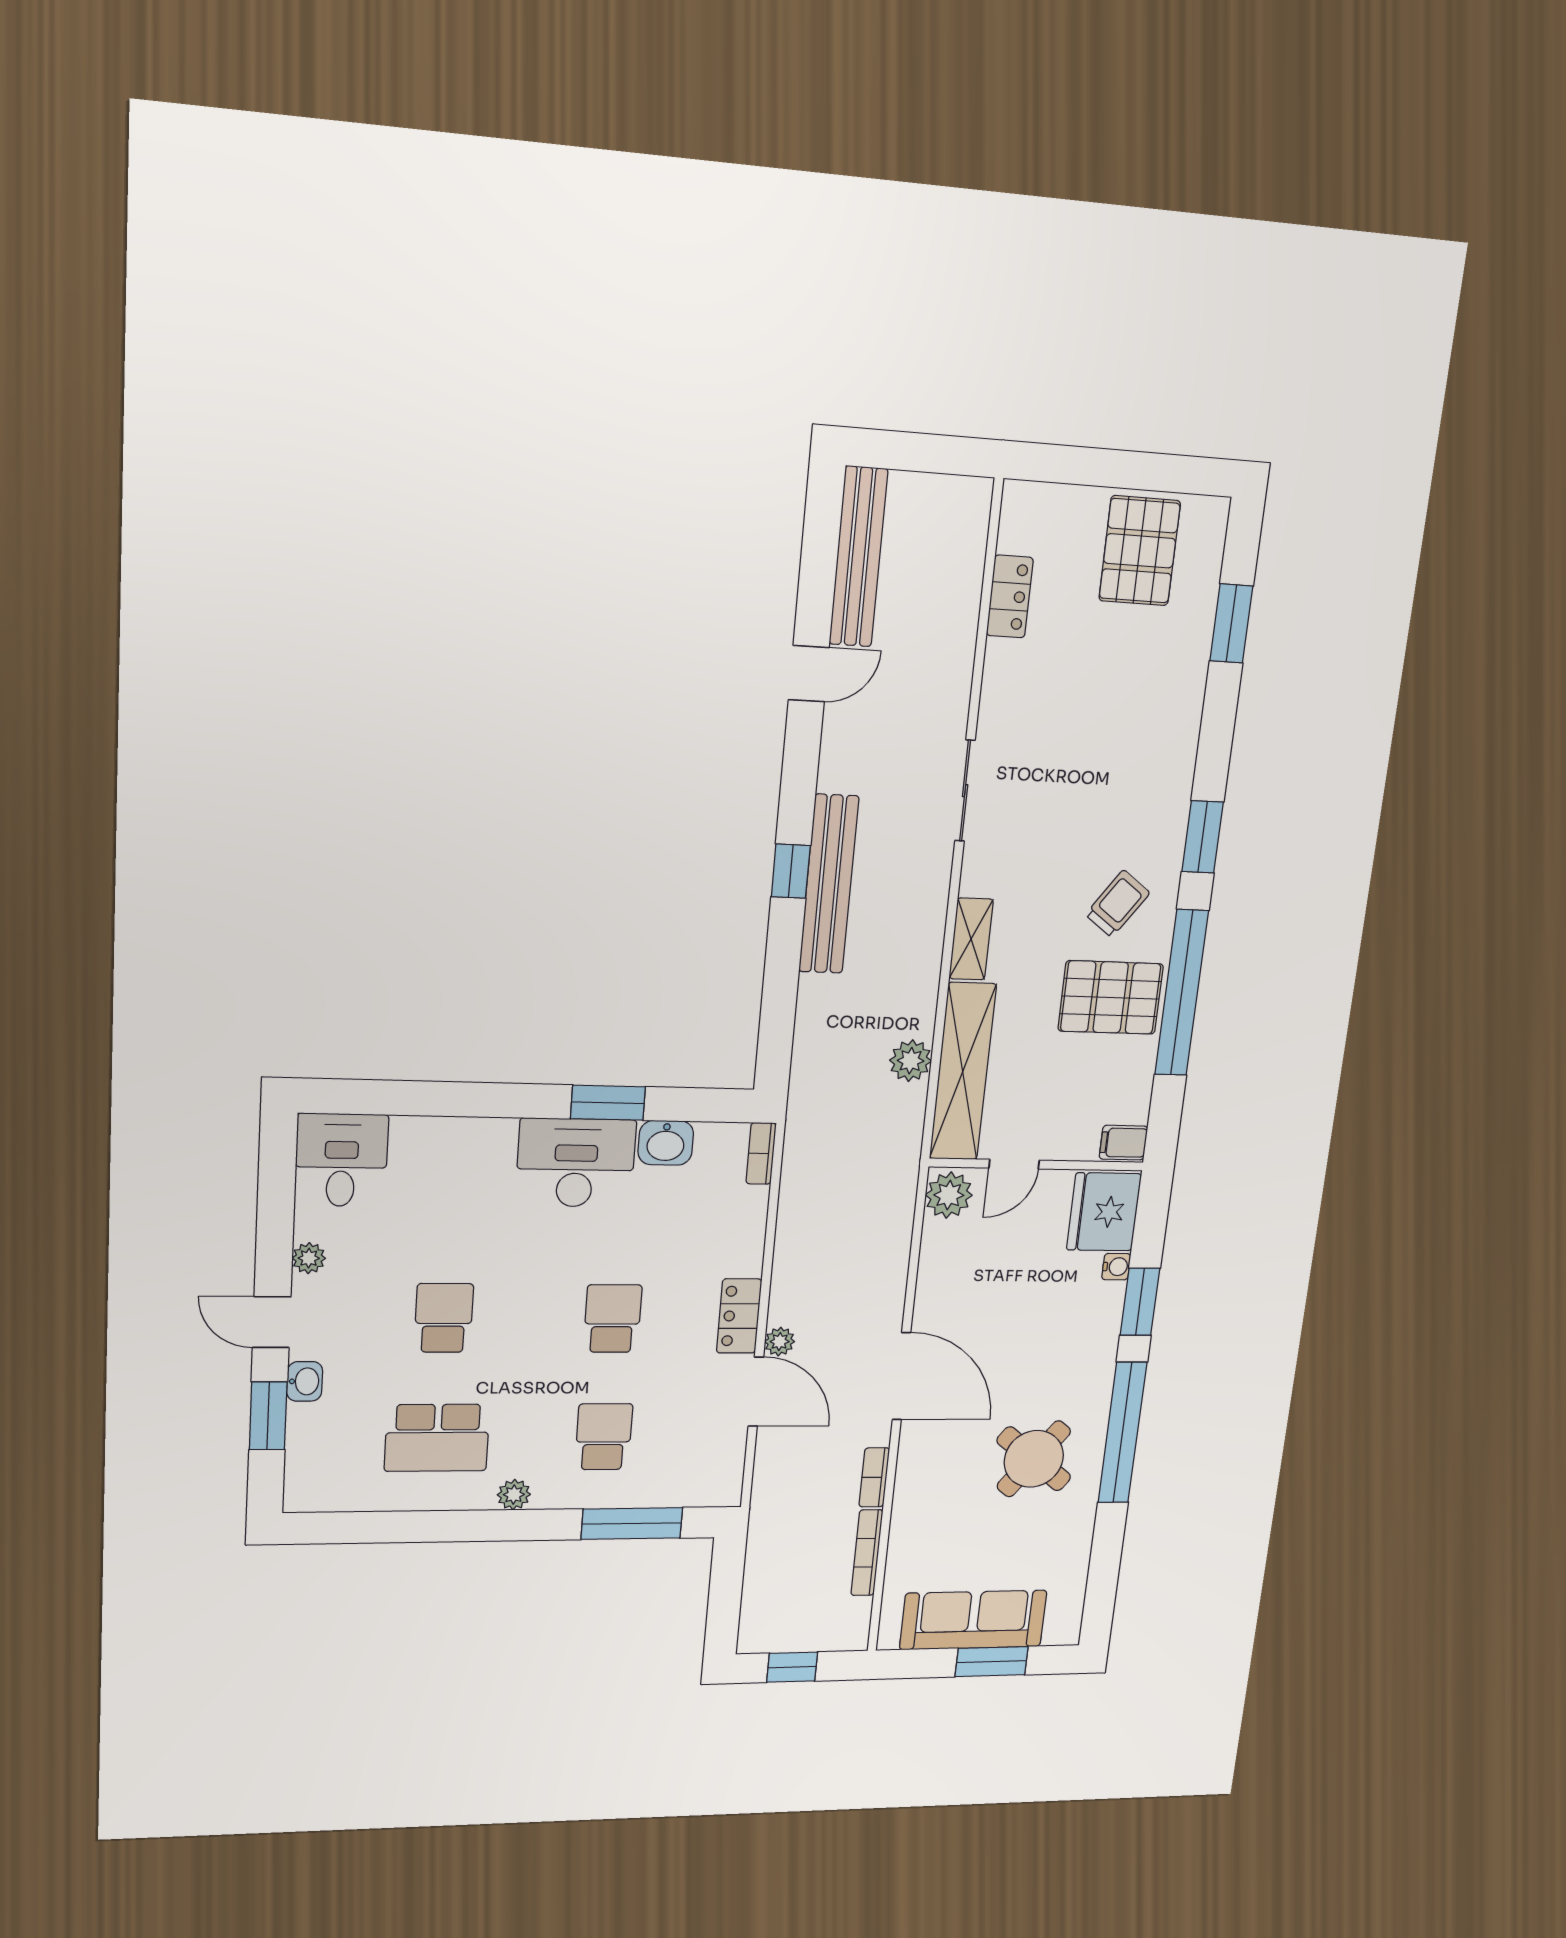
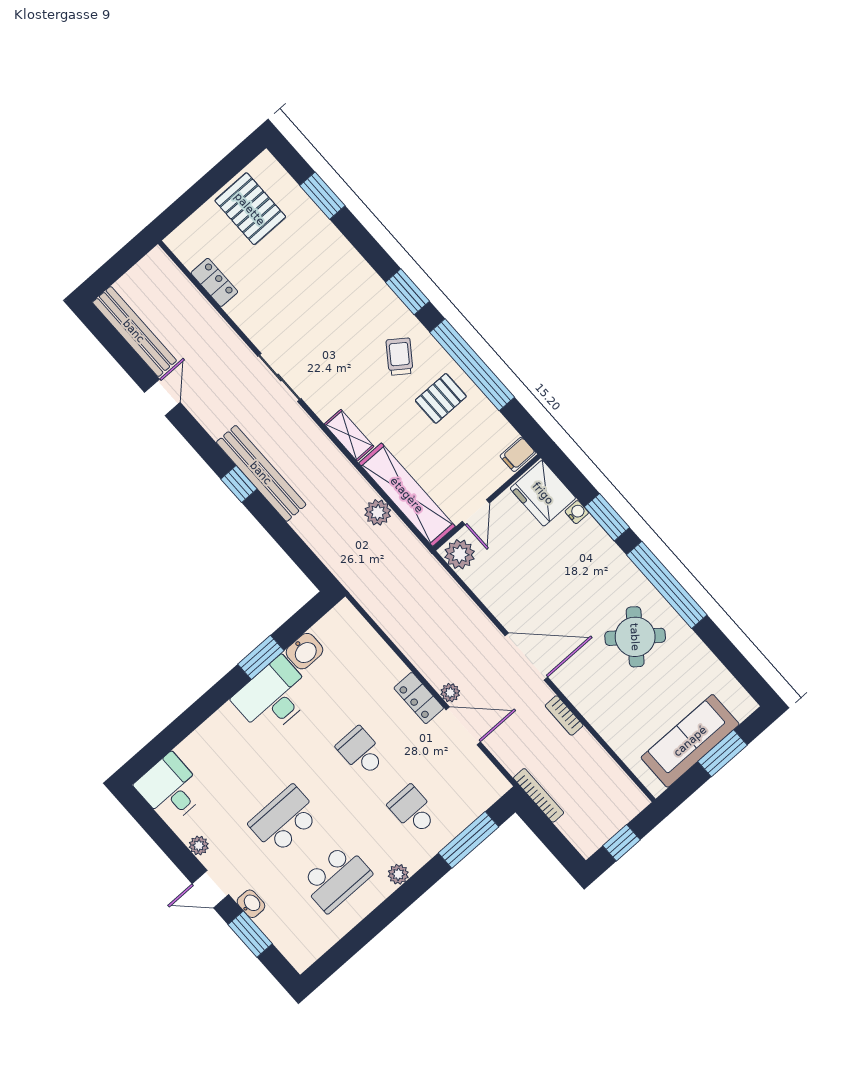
pallet: (1111, 997) -> (441, 398), width x0.67, depth x0.71
bookcase: (761, 1153) -> (352, 616), removed
school desk: (444, 1318) -> (284, 820), width x1.85
bookcase: (867, 1553) -> (539, 795), moved, turned 180

